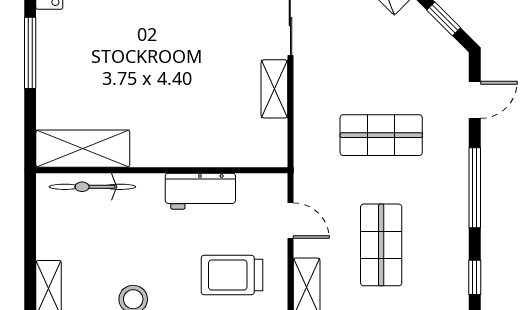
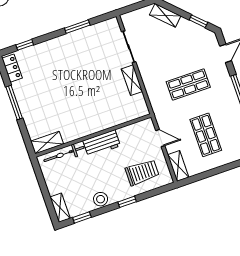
shelving: (83, 149) -> (47, 143), width x0.67, depth x0.75
workbench: (200, 191) -> (102, 143), moved
trolley: (232, 275) -> (142, 172), turned 180

